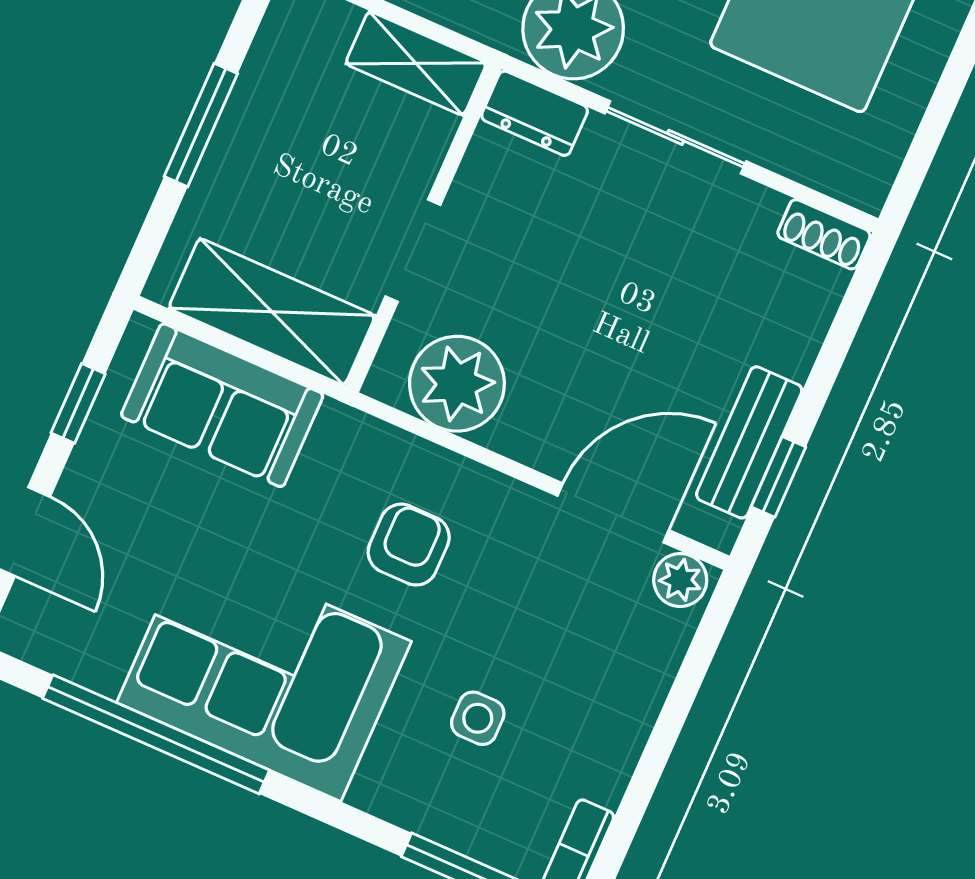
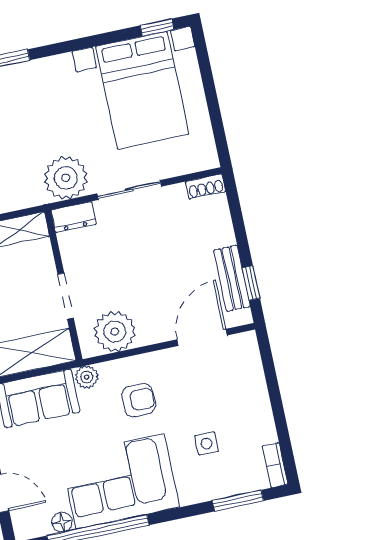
armchair: (409, 545) -> (138, 400), turned 90
plant: (680, 580) -> (87, 377), moved
floor lamp: (100, 670) -> (62, 522), added

